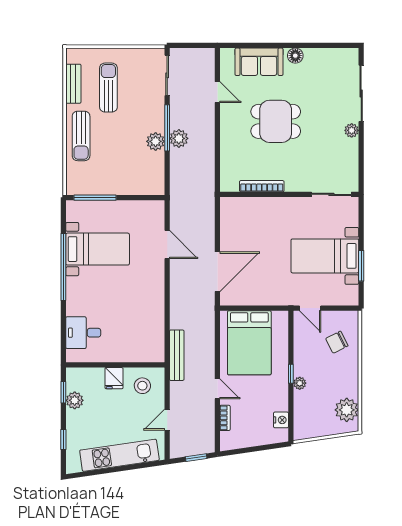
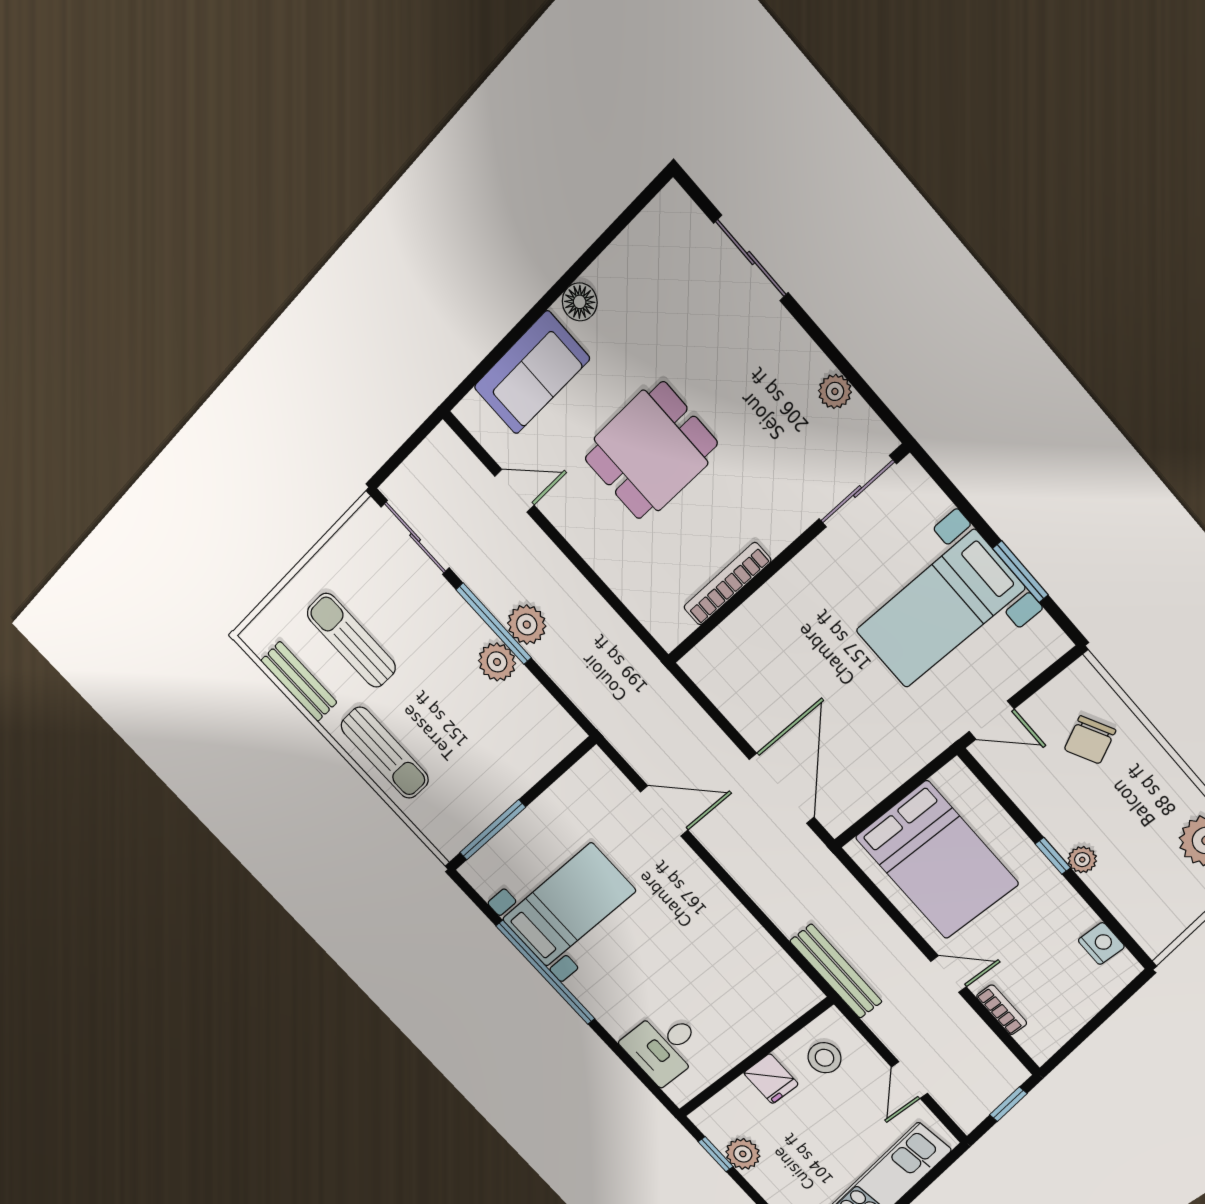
sliding door: (361, 93) -> (751, 258), width x0.73
plant: (352, 130) -> (835, 391), moved

